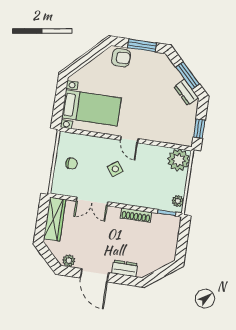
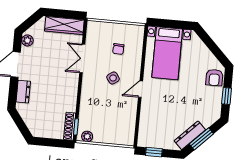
window: (142, 45) -> (227, 96), width x0.67
dresser: (186, 92) -> (190, 135), width x1.44
plant: (179, 160) -> (124, 135), removed
chair: (72, 163) -> (118, 49), moved
shoe rack: (136, 215) -> (70, 126), moved

